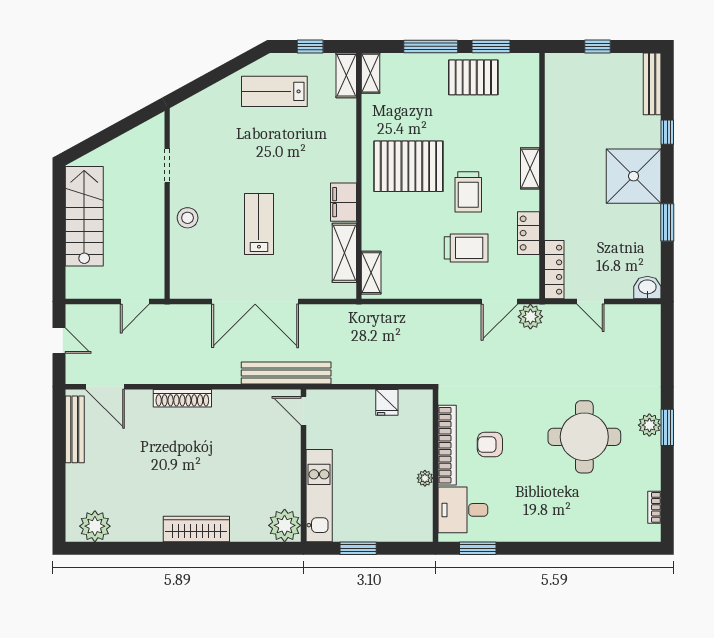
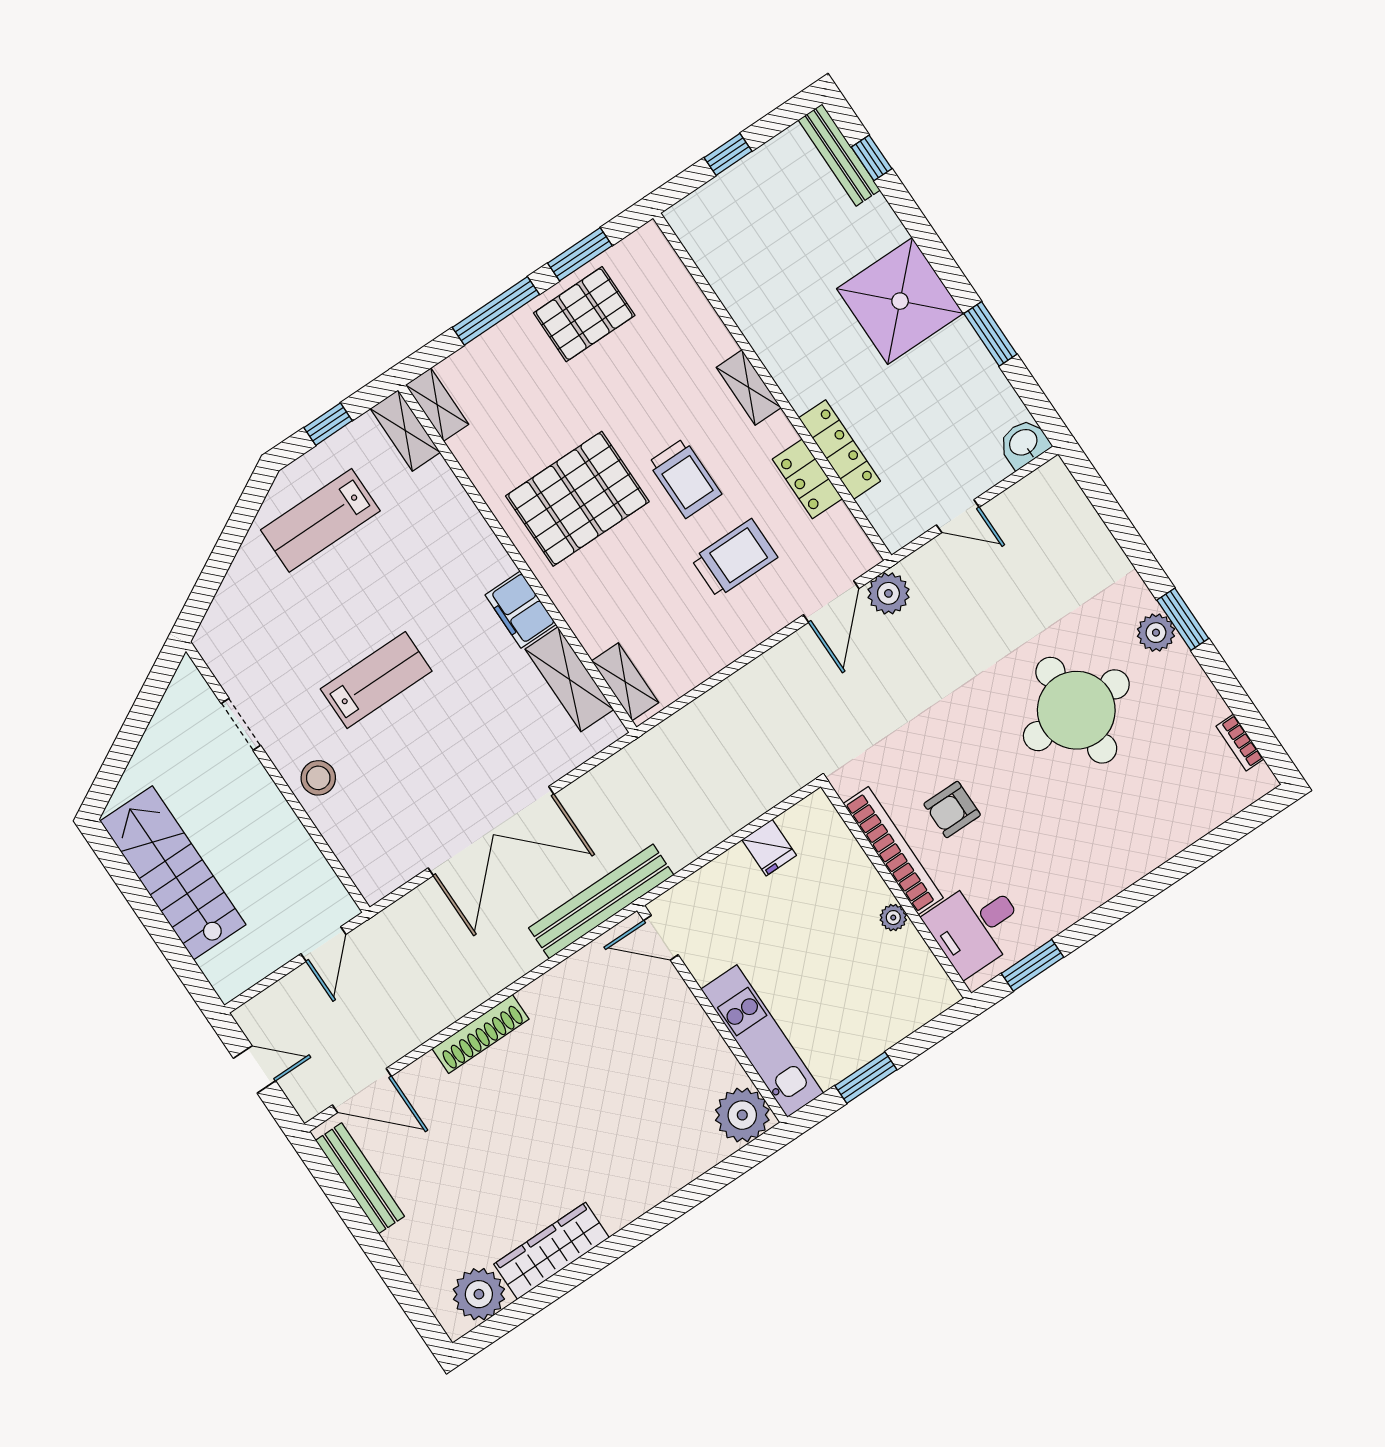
window: (667, 132) -> (872, 158), moved
lab bench: (259, 224) -> (376, 680), moved, turned 90
locker: (554, 270) -> (840, 450), moved
wardrobe: (196, 529) -> (552, 1251), moved

